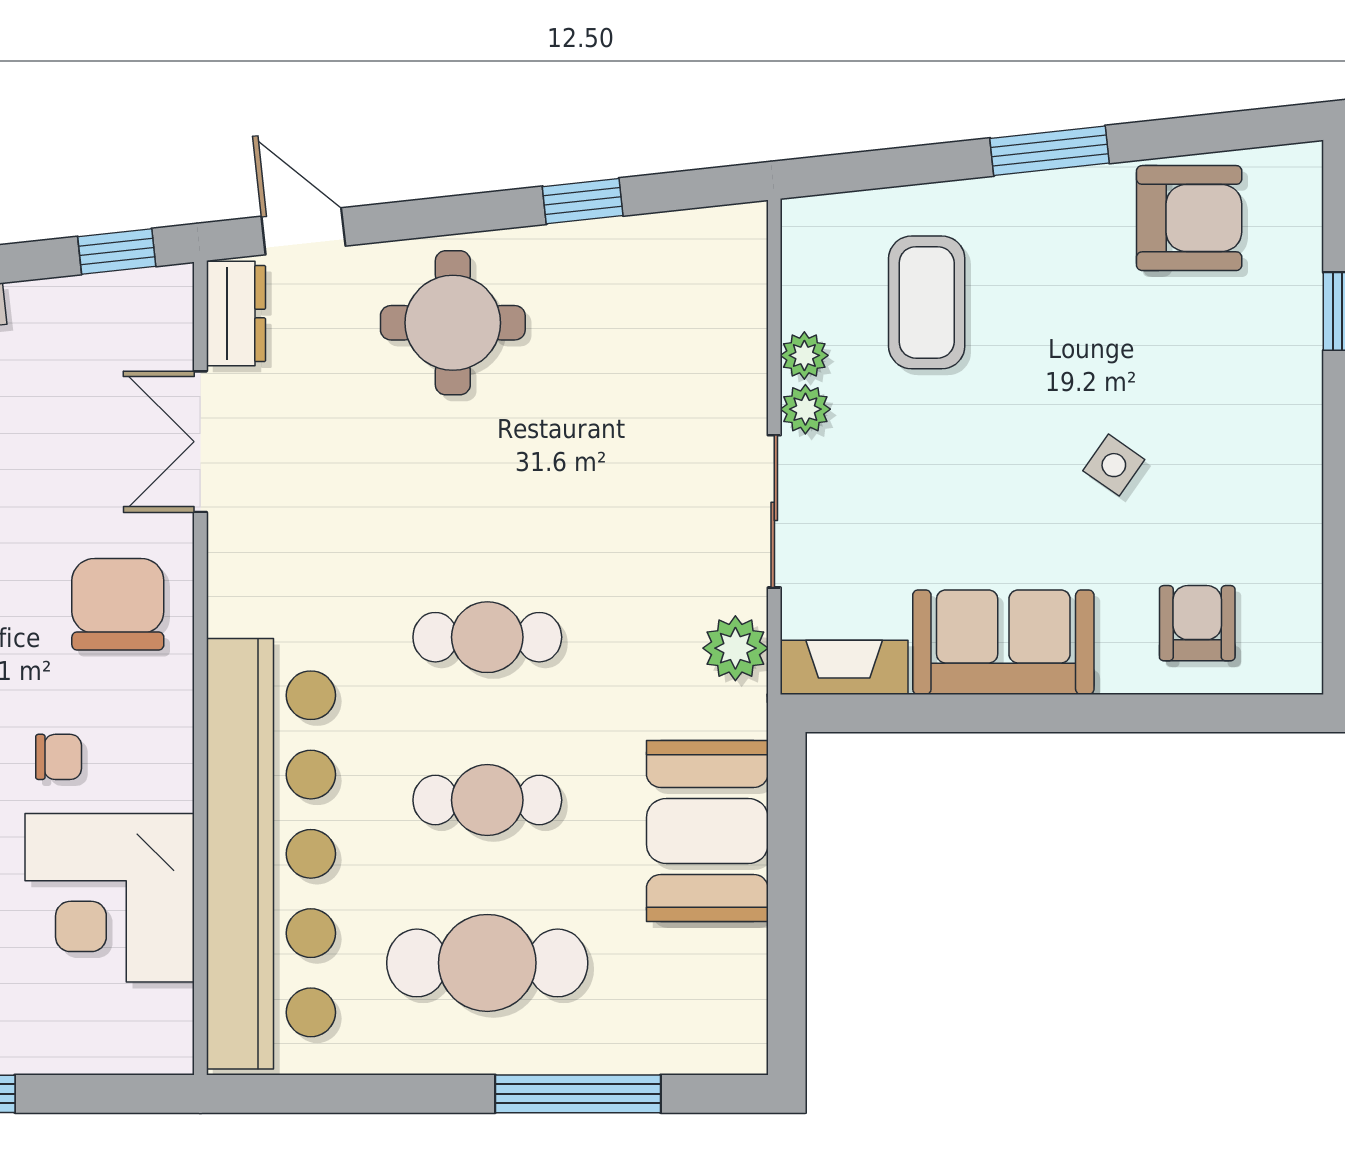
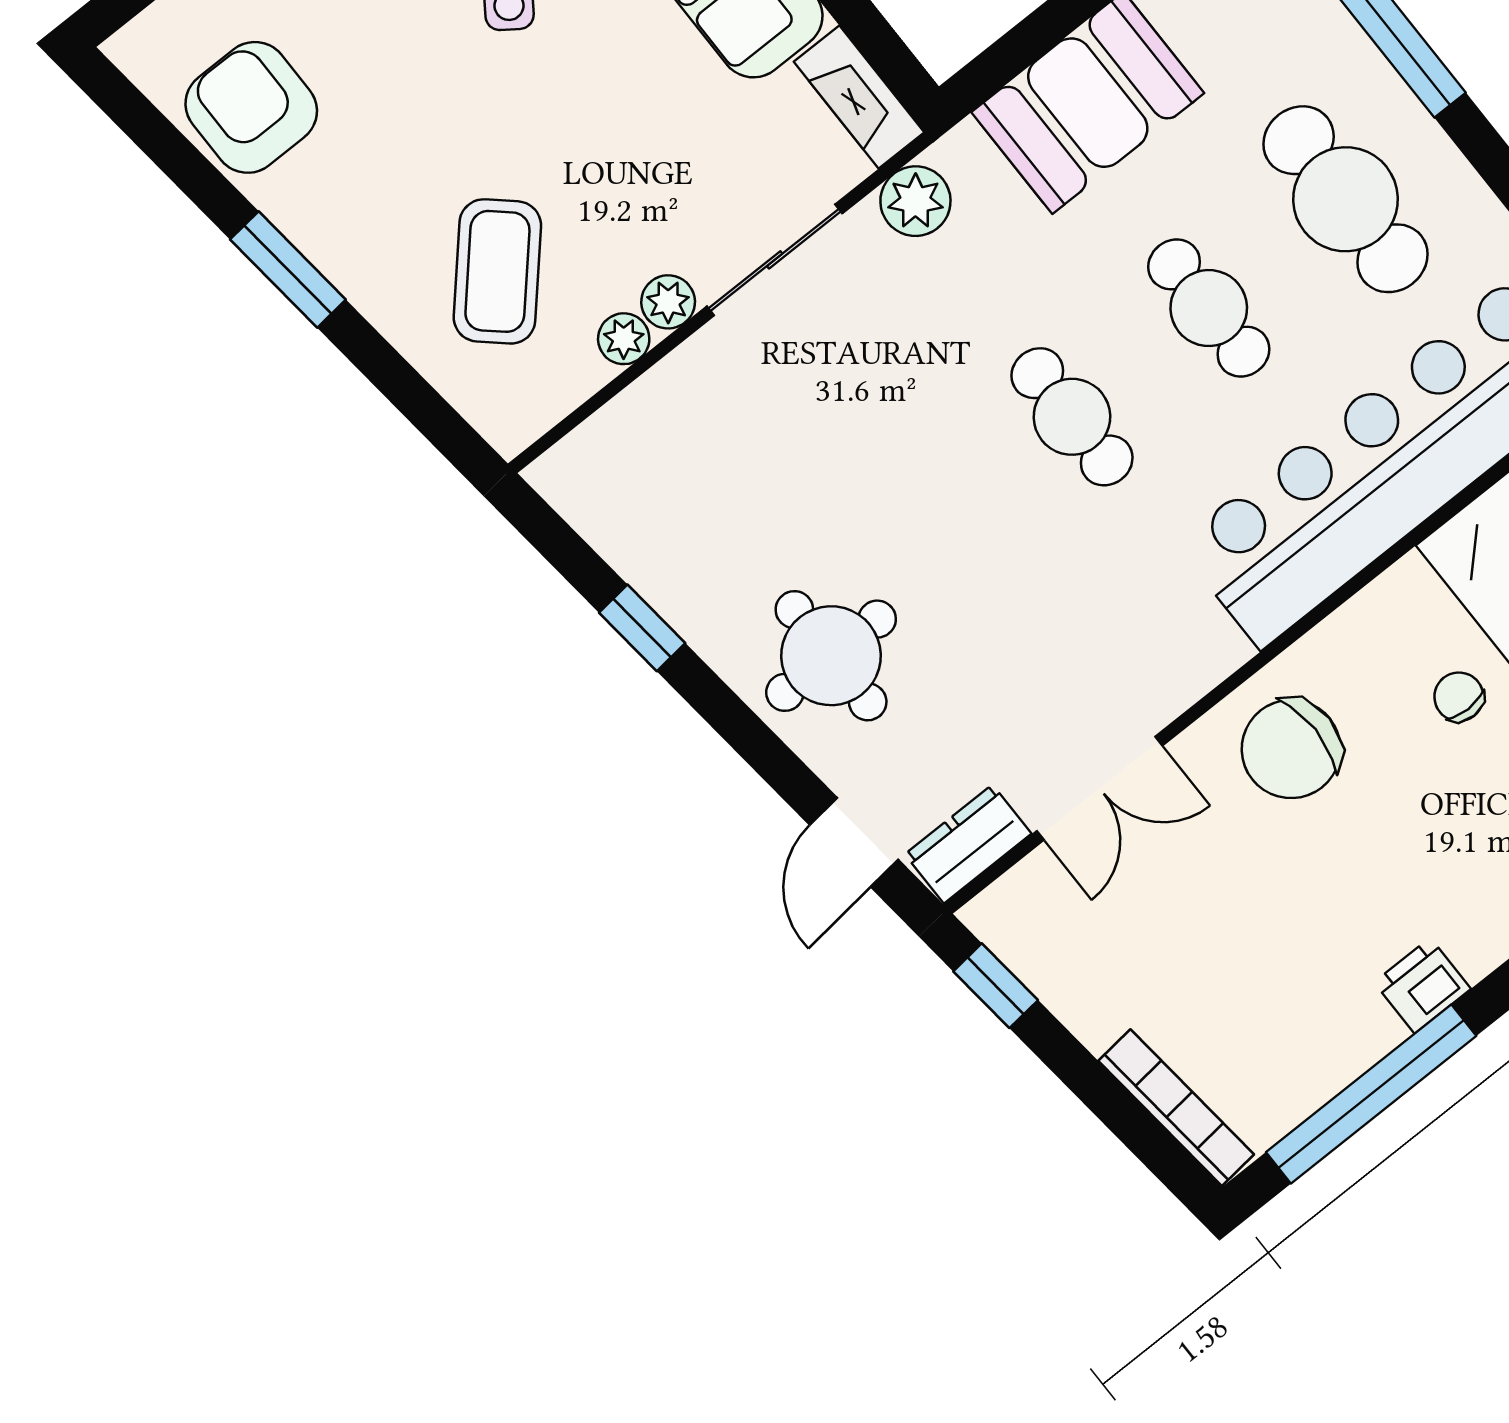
coffee table: (927, 302) -> (497, 271), turned -48

